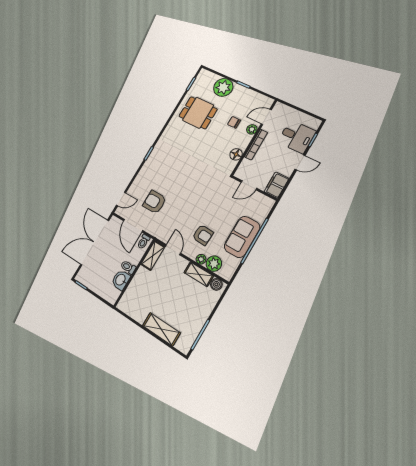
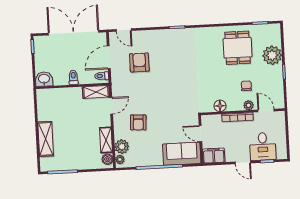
sofa: (242, 237) -> (182, 154), moved
plant: (201, 259) -> (120, 159), moved
washbasin: (121, 280) -> (44, 79), moved

